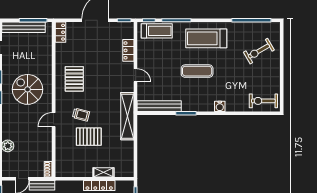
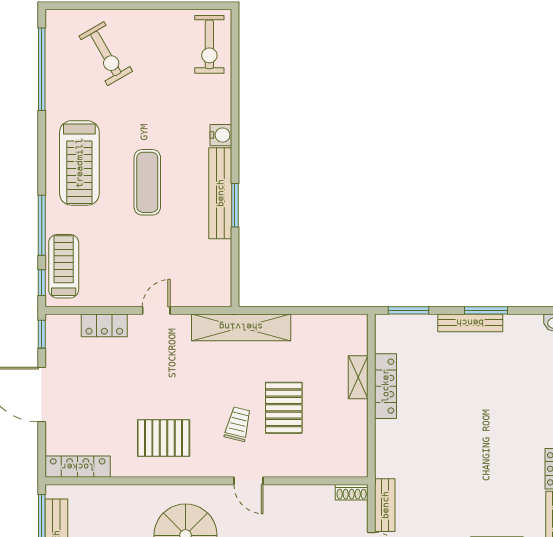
locker: (60, 32) -> (78, 467), width x1.53
bench: (159, 106) -> (220, 193), moved

